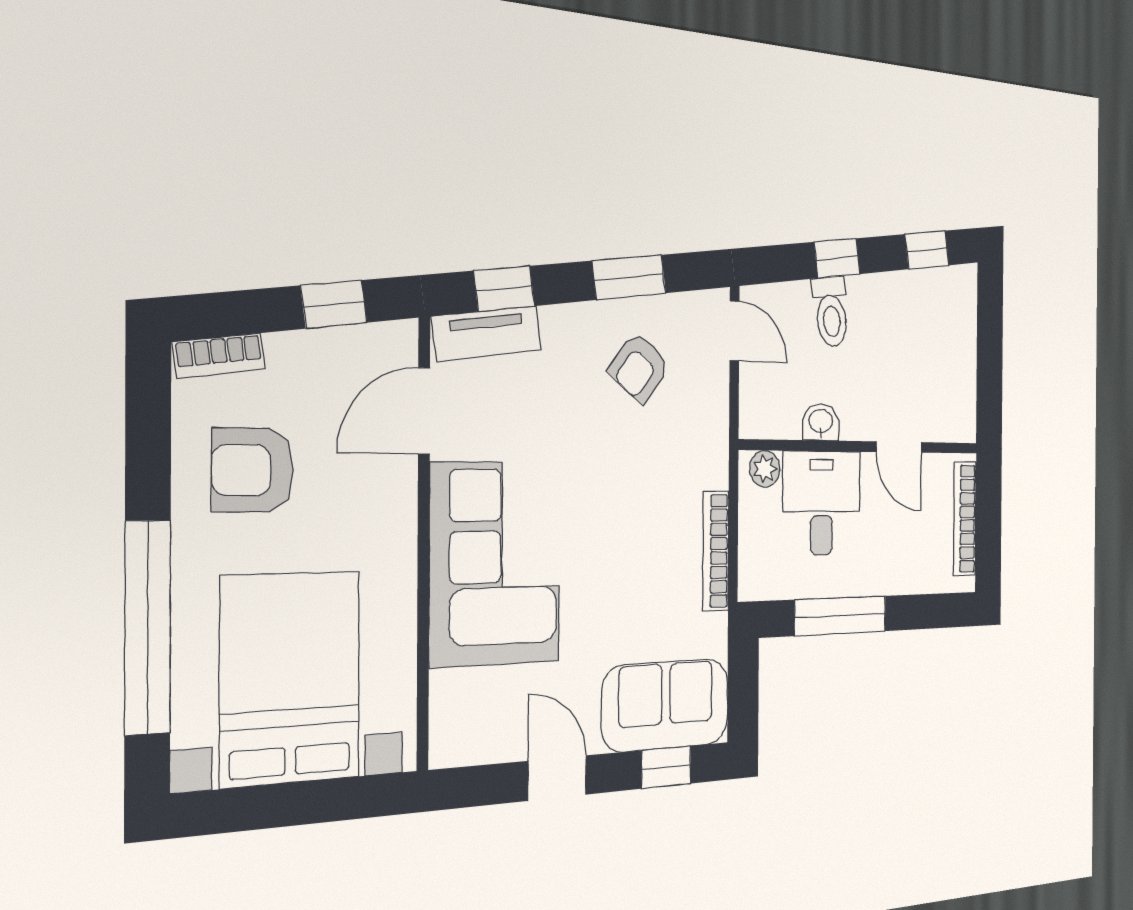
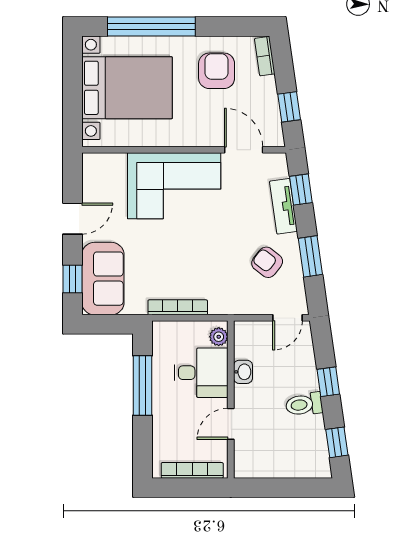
toilet: (831, 312) -> (304, 404), moved
tv unit: (487, 333) -> (283, 206), moved

